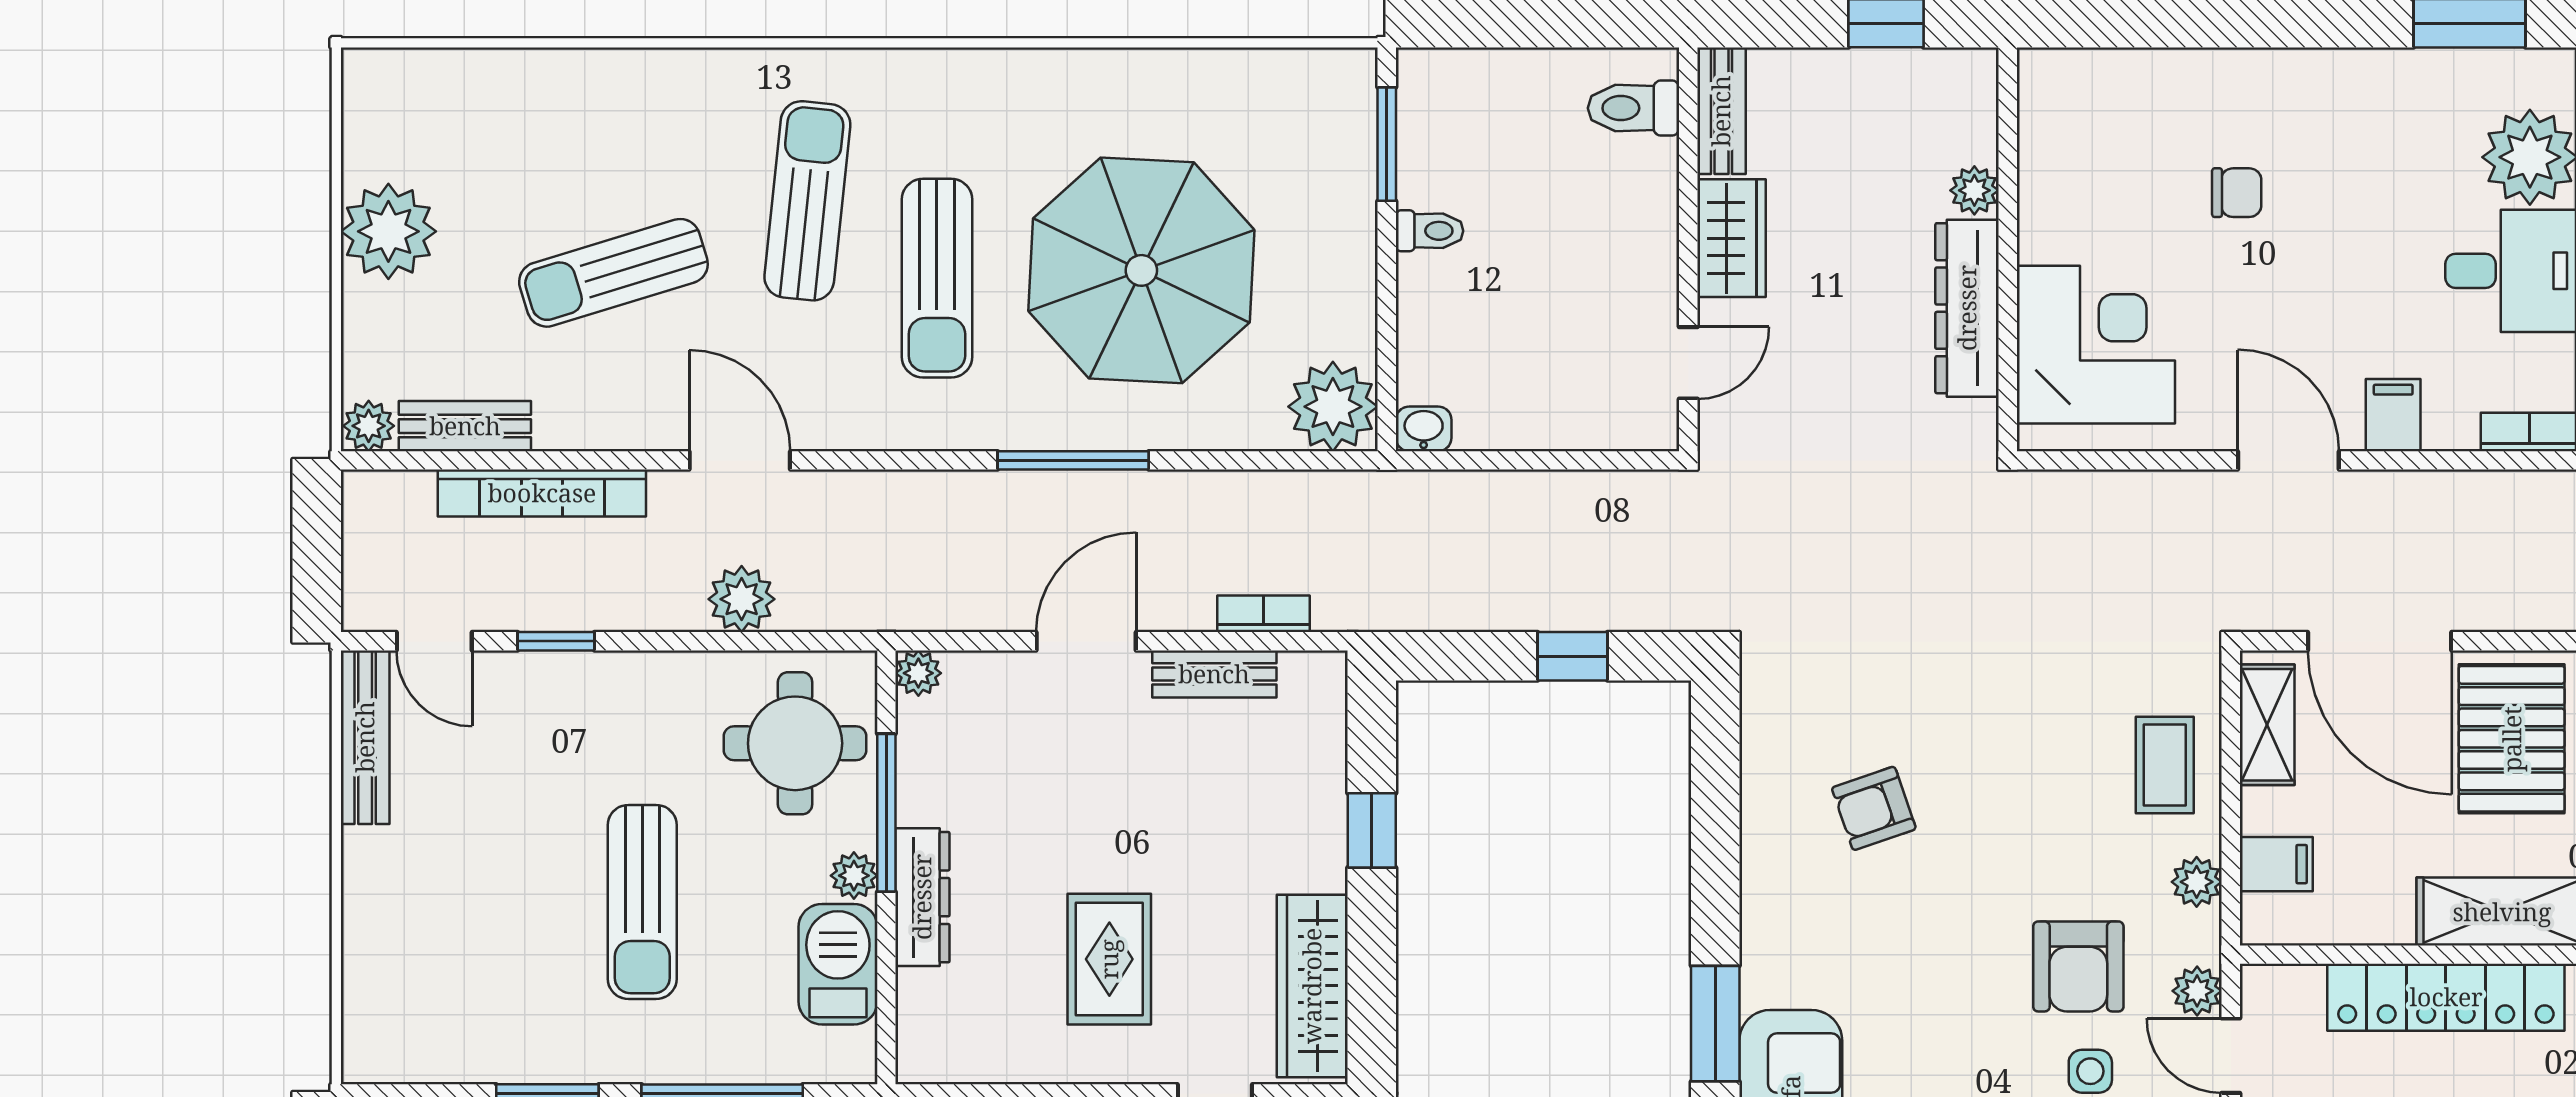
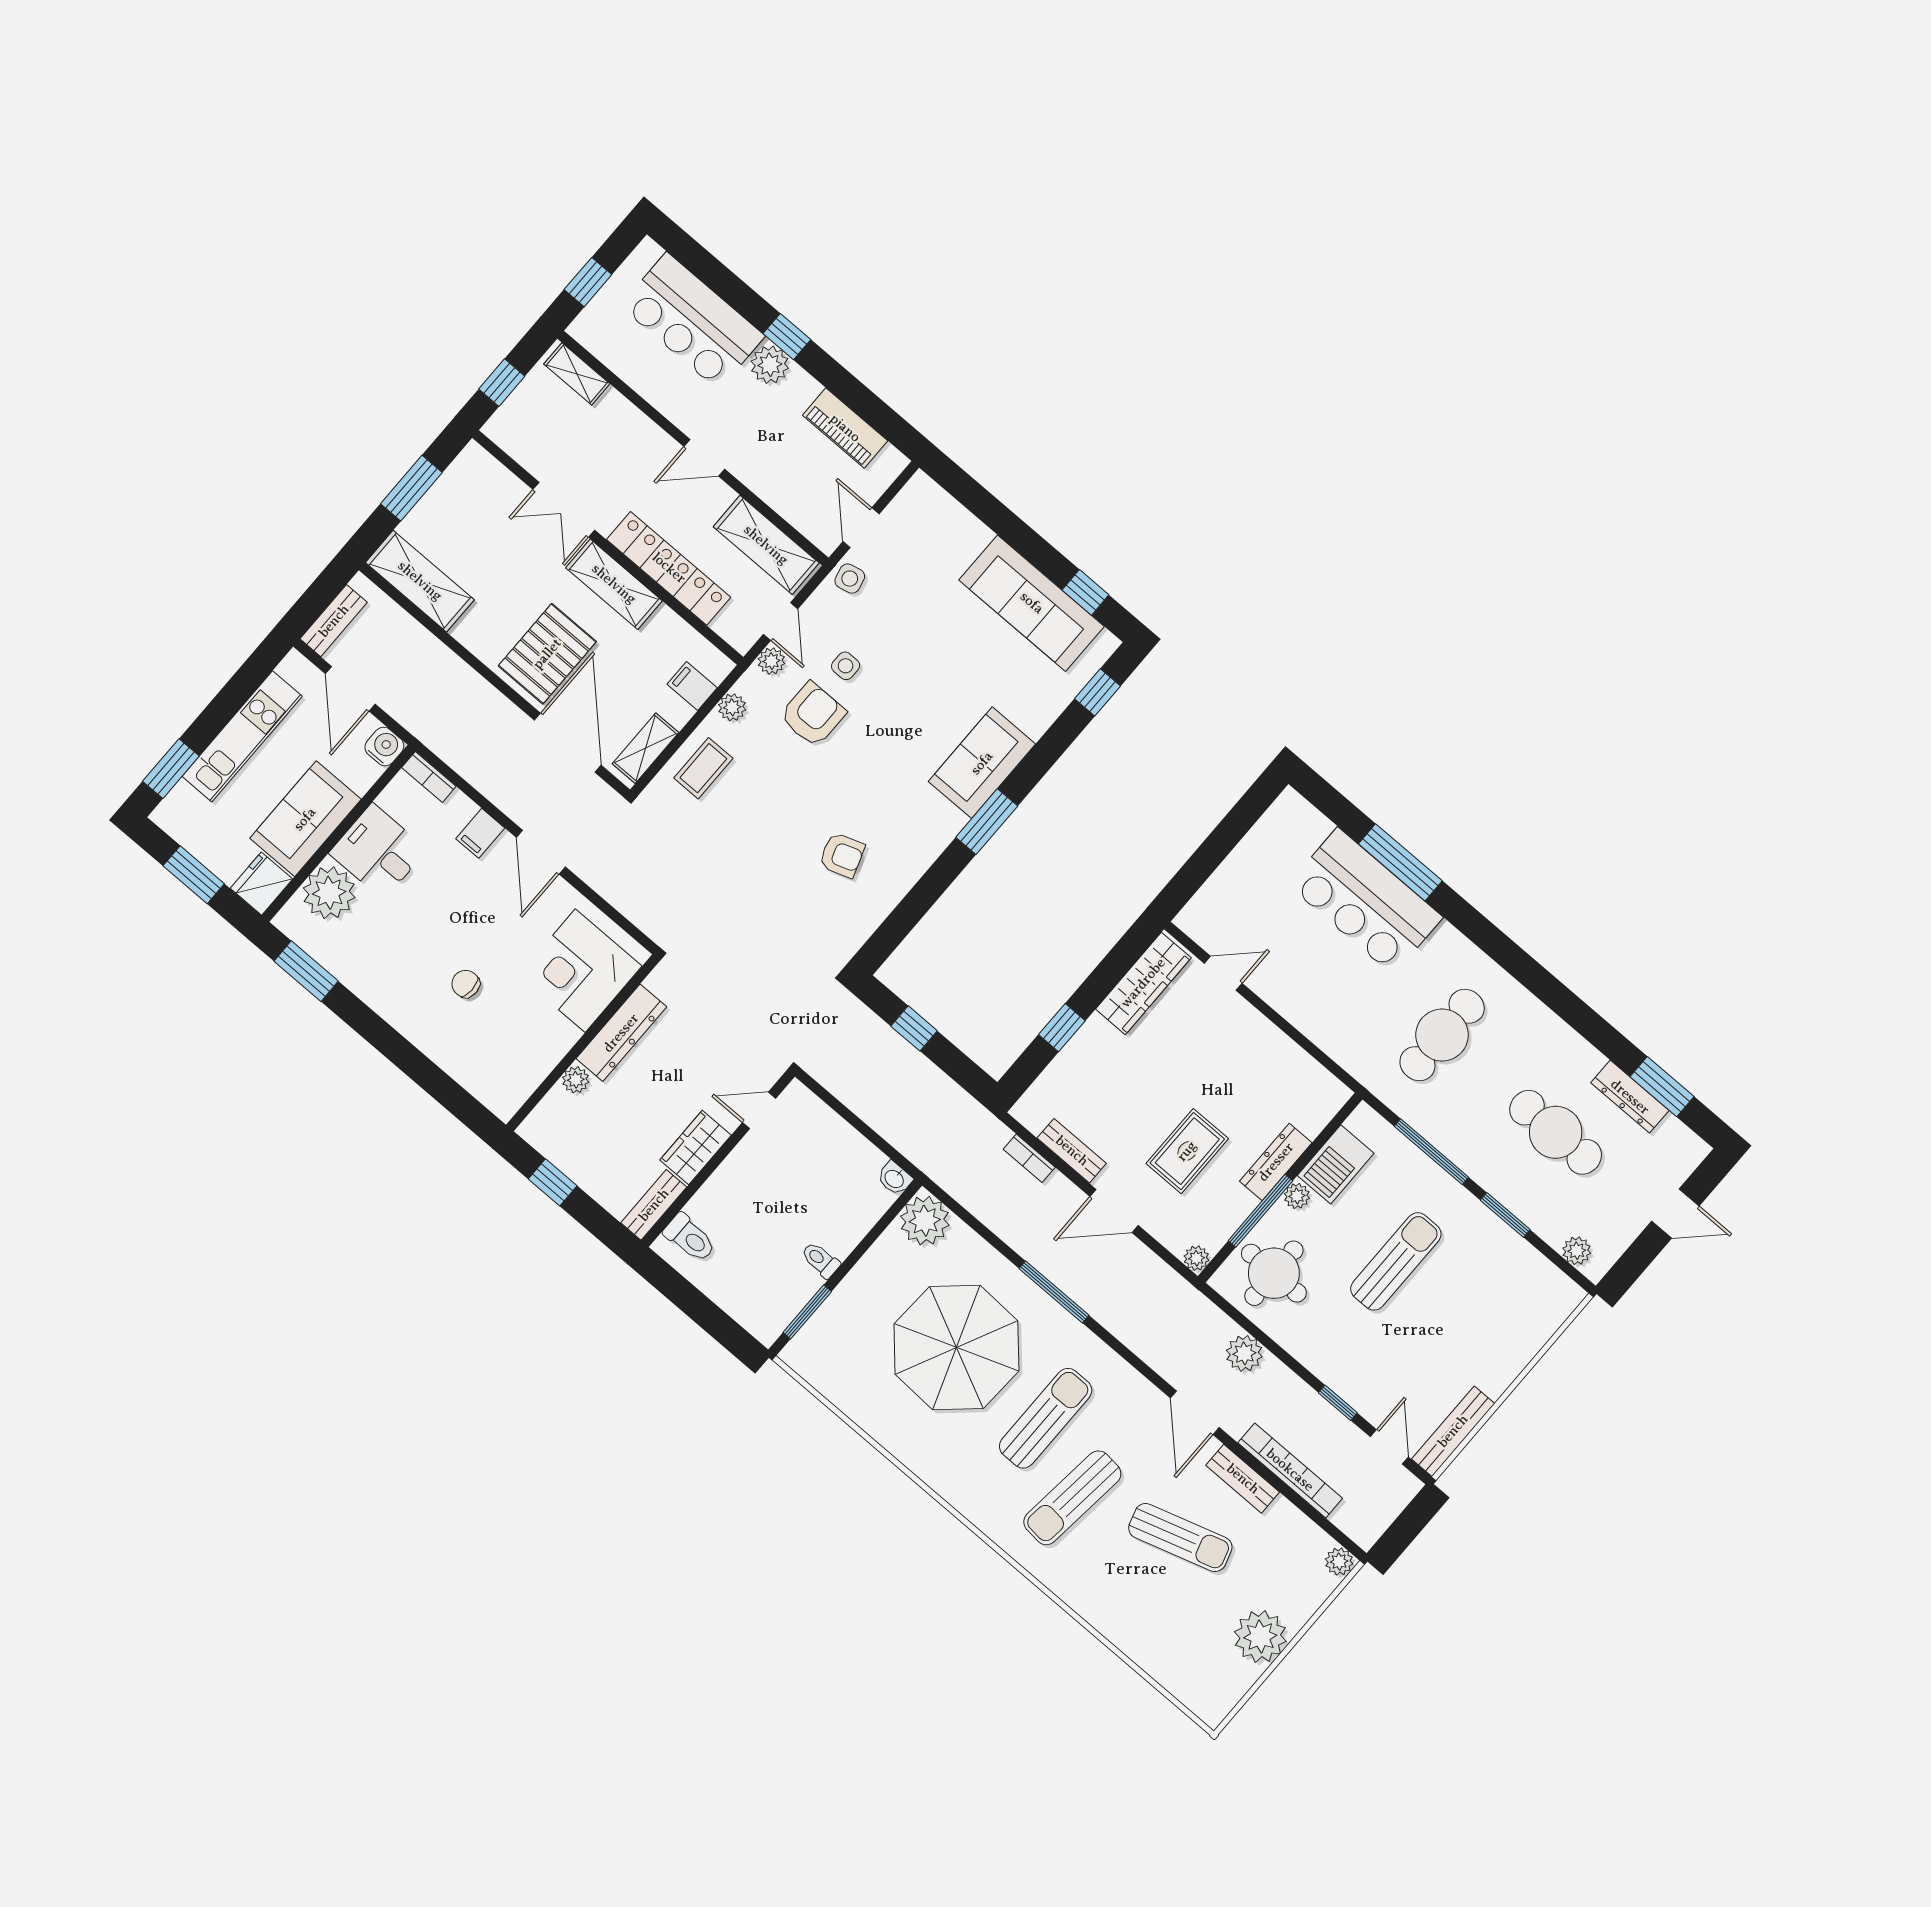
bench: (465, 426) -> (1243, 1479), moved
rug: (1109, 959) -> (1187, 1151), moved

